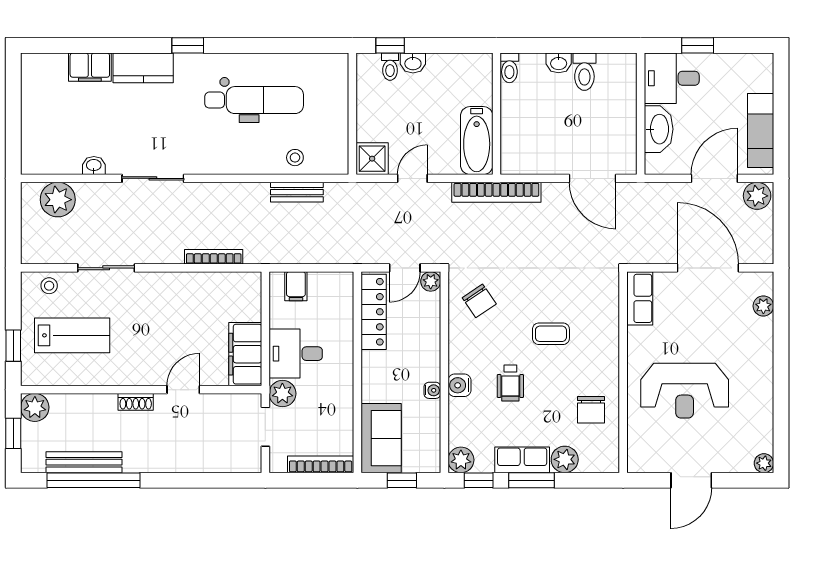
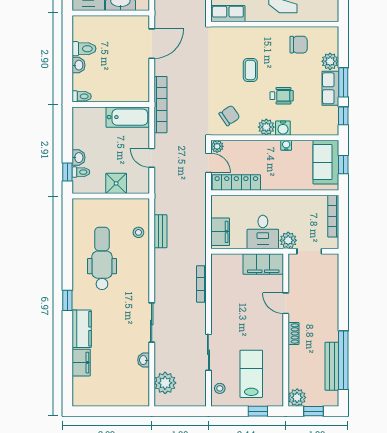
shower: (372, 159) -> (116, 183), moved
filing cabinet: (296, 286) -> (220, 232), width x2.00
sofa: (381, 438) -> (326, 162), moved, turned -90
plant: (461, 460) -> (266, 127), moved

